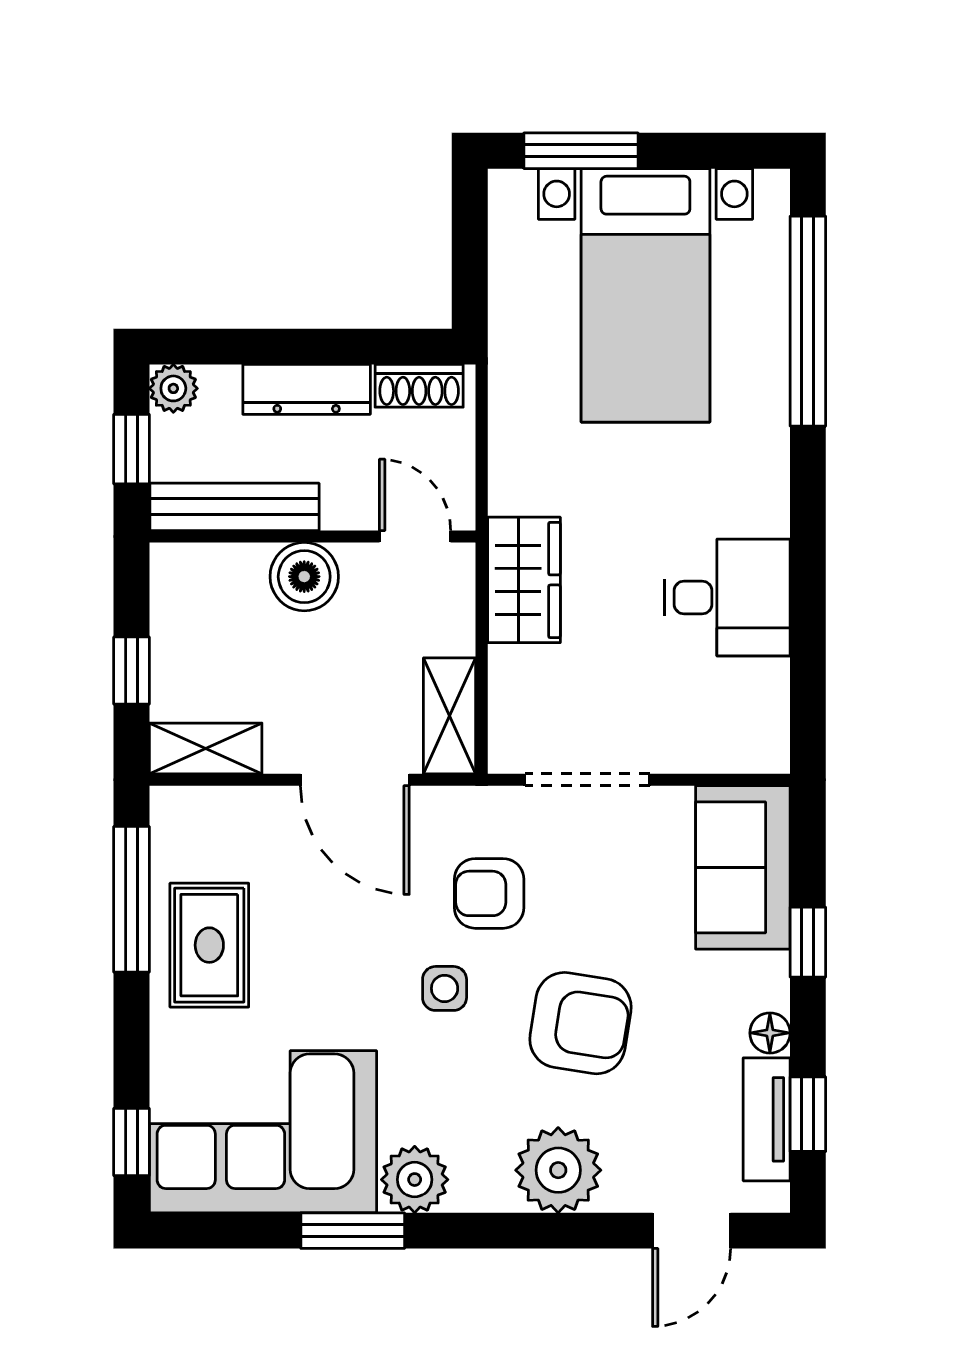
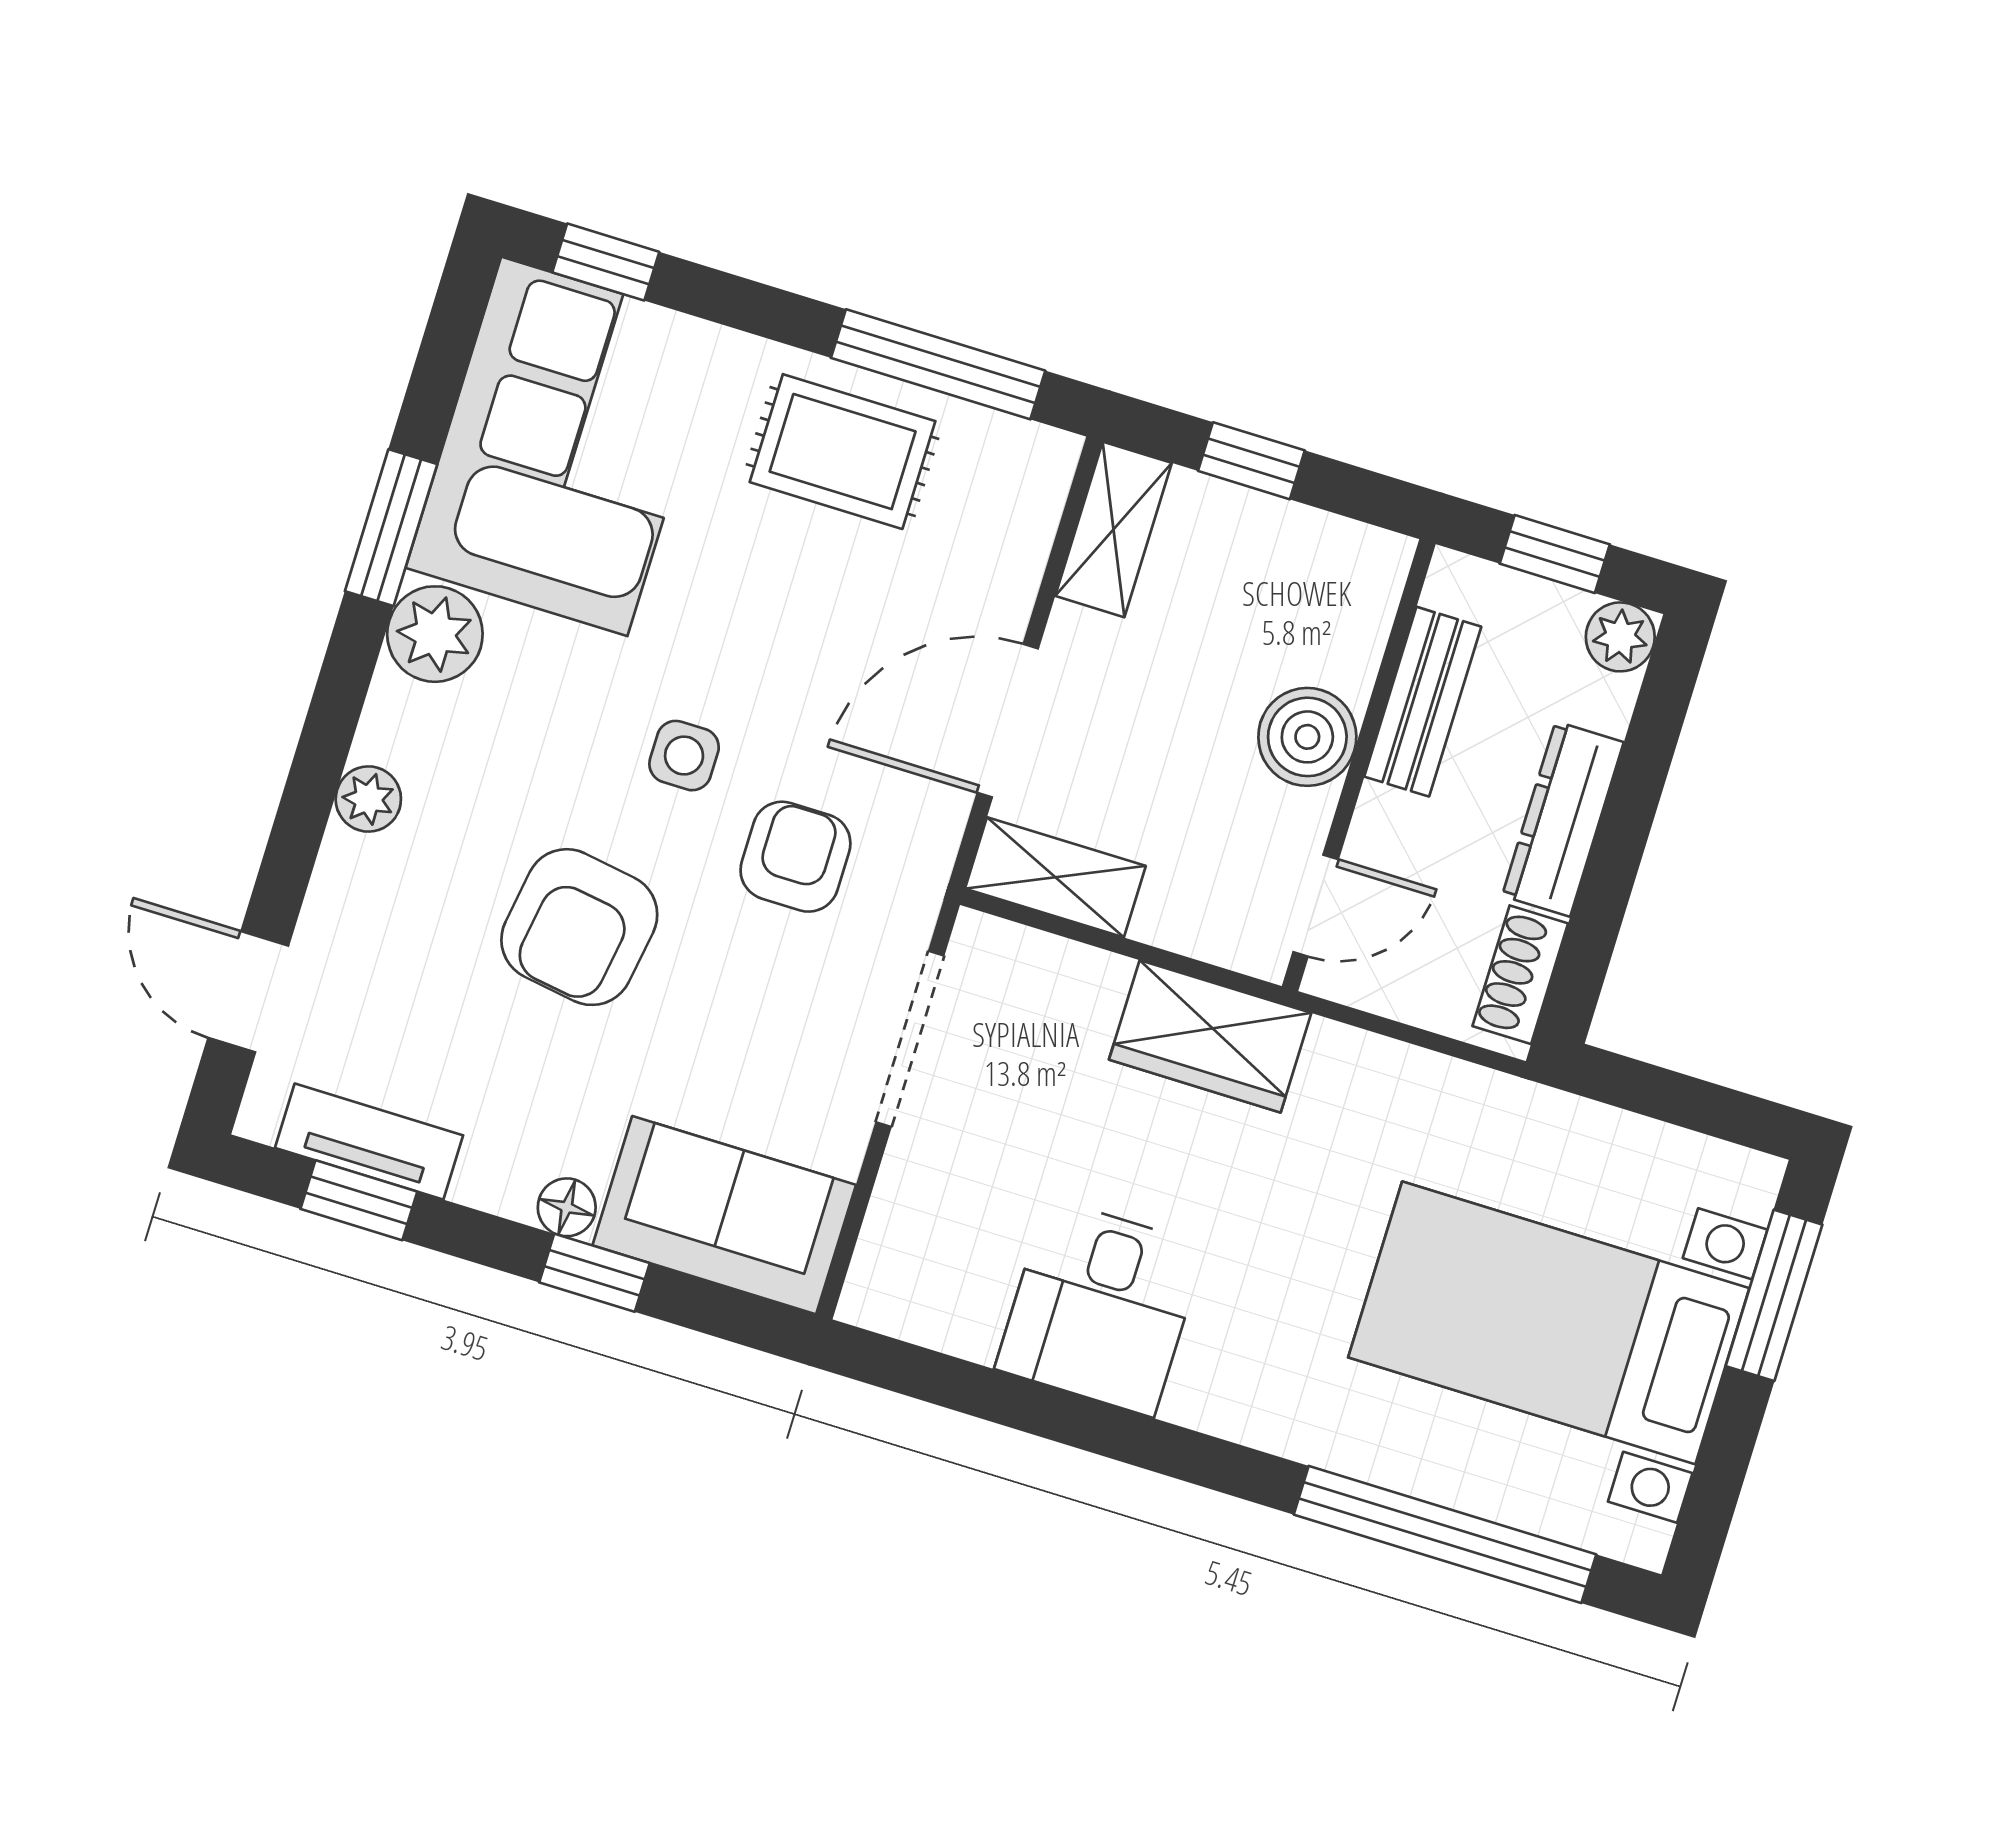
bench: (234, 507) -> (1423, 702), width x0.73
floor lamp: (770, 1033) -> (567, 1207), moved
plant: (558, 1170) -> (368, 799), width x0.53, depth x0.53

